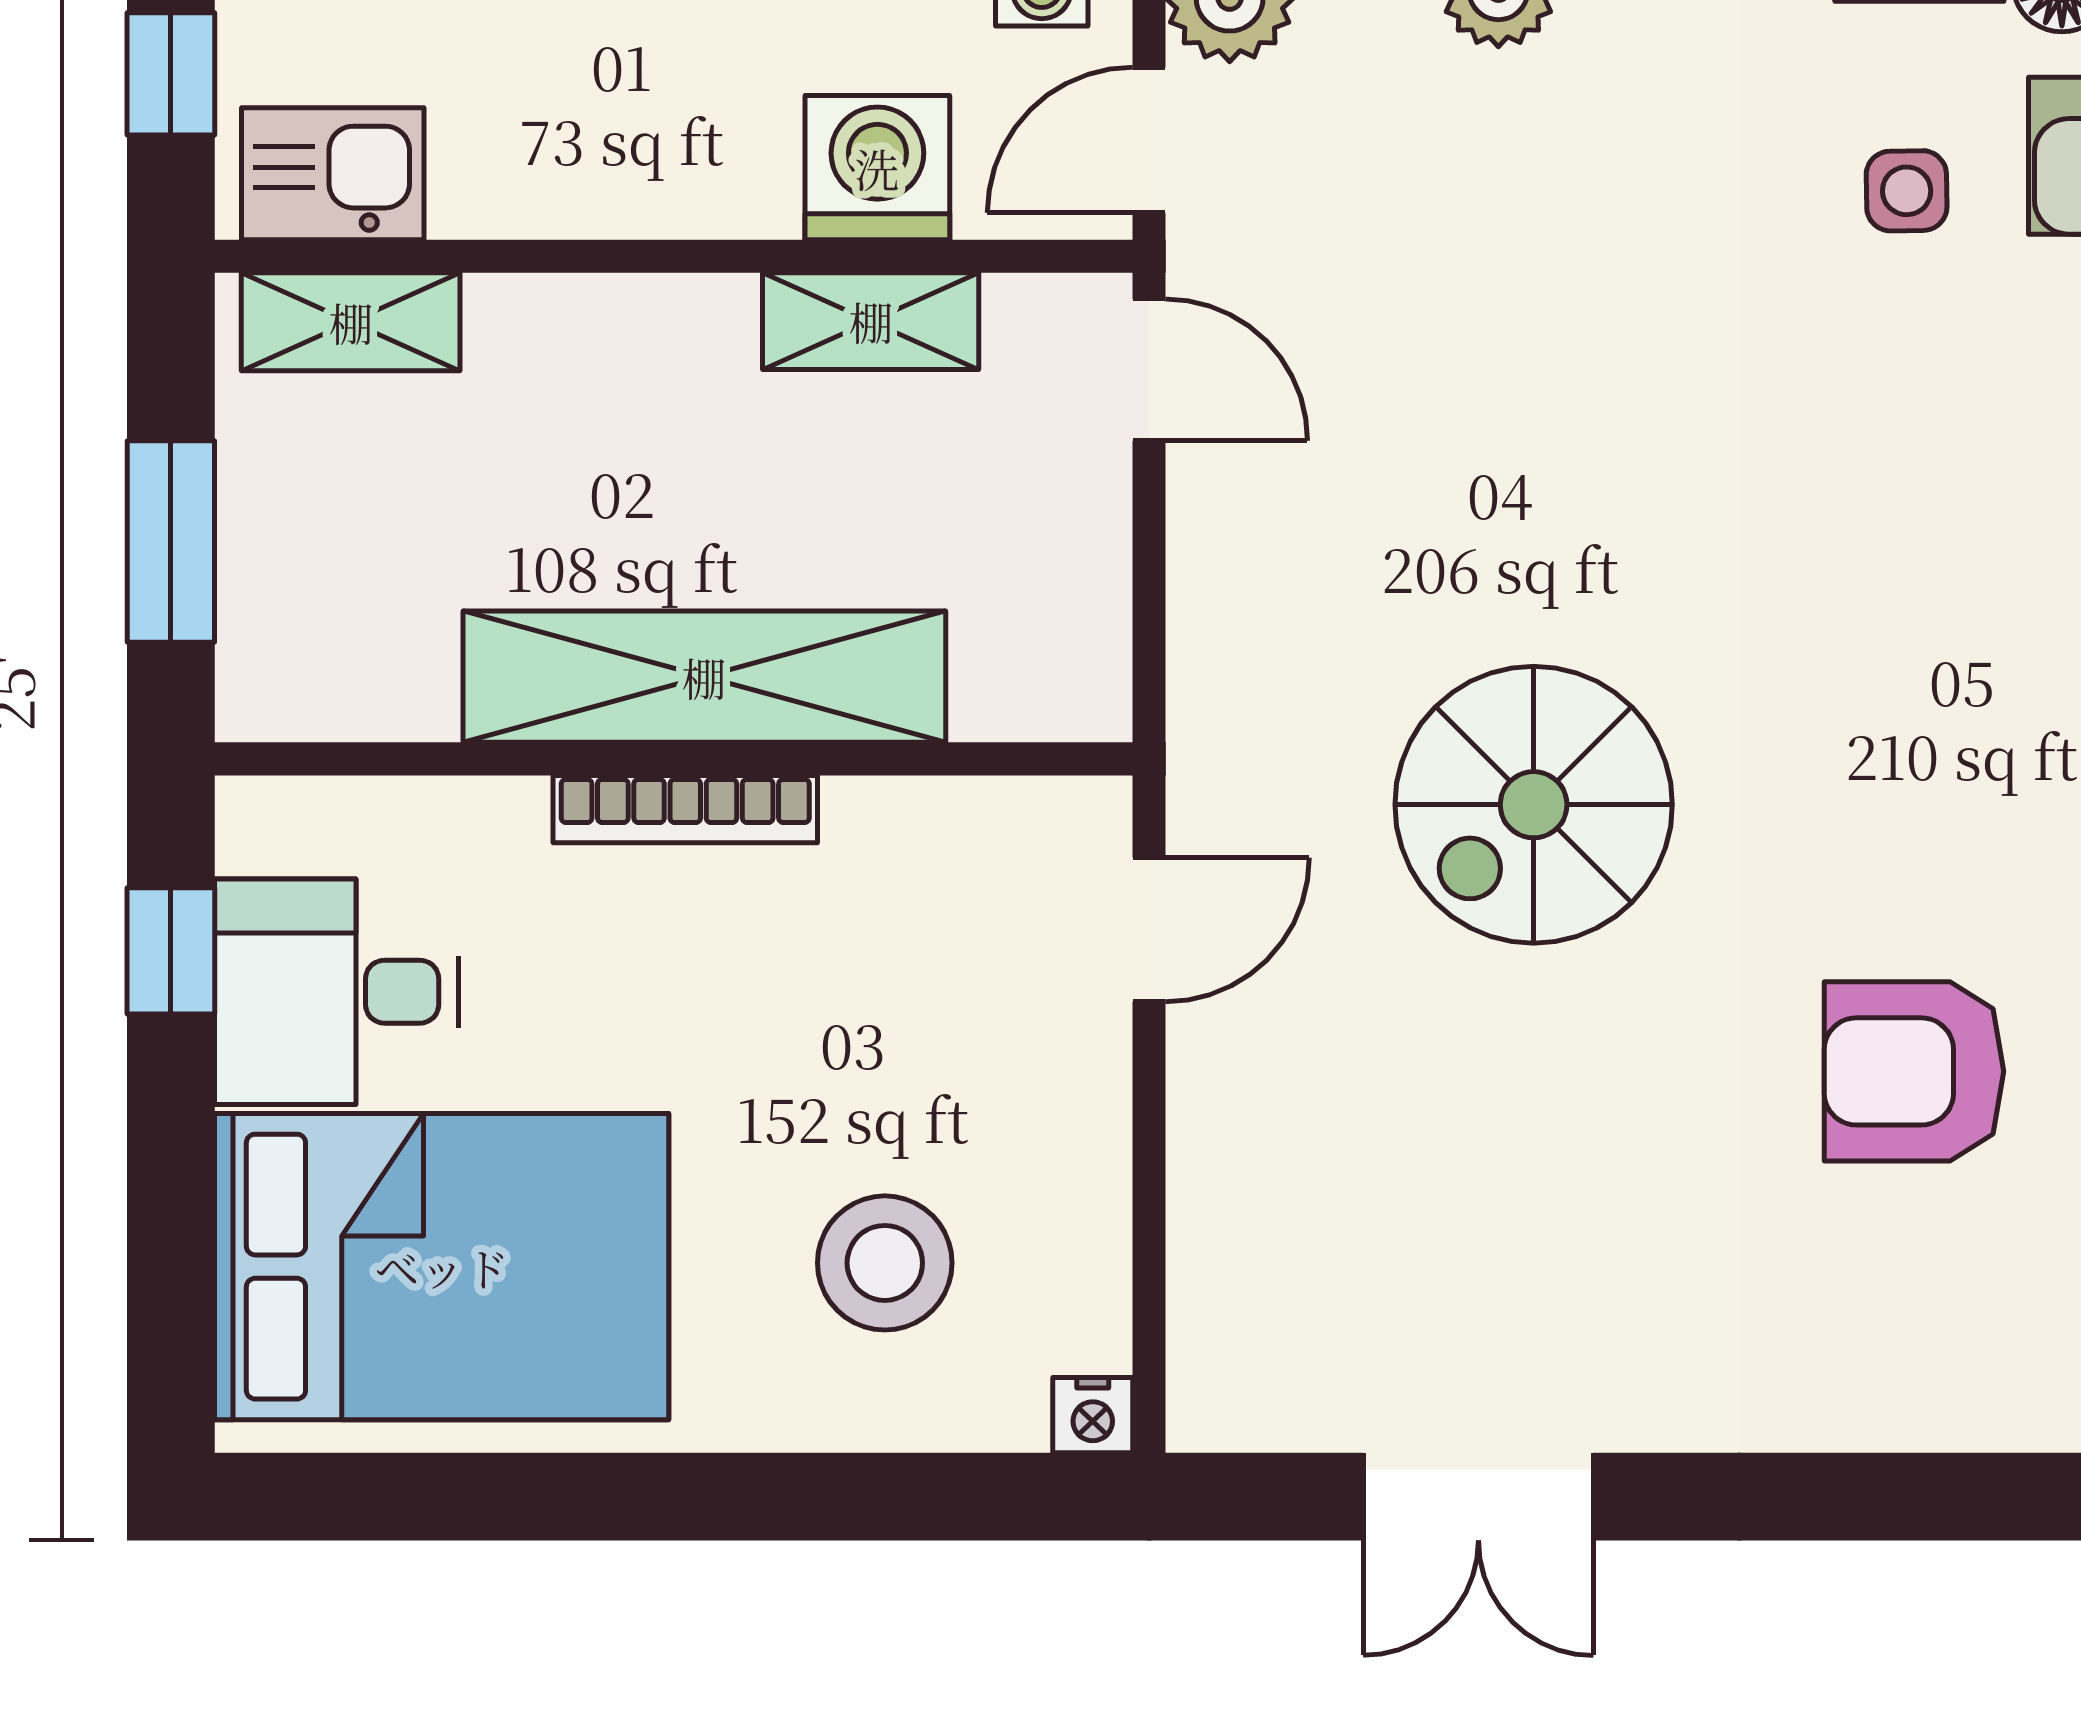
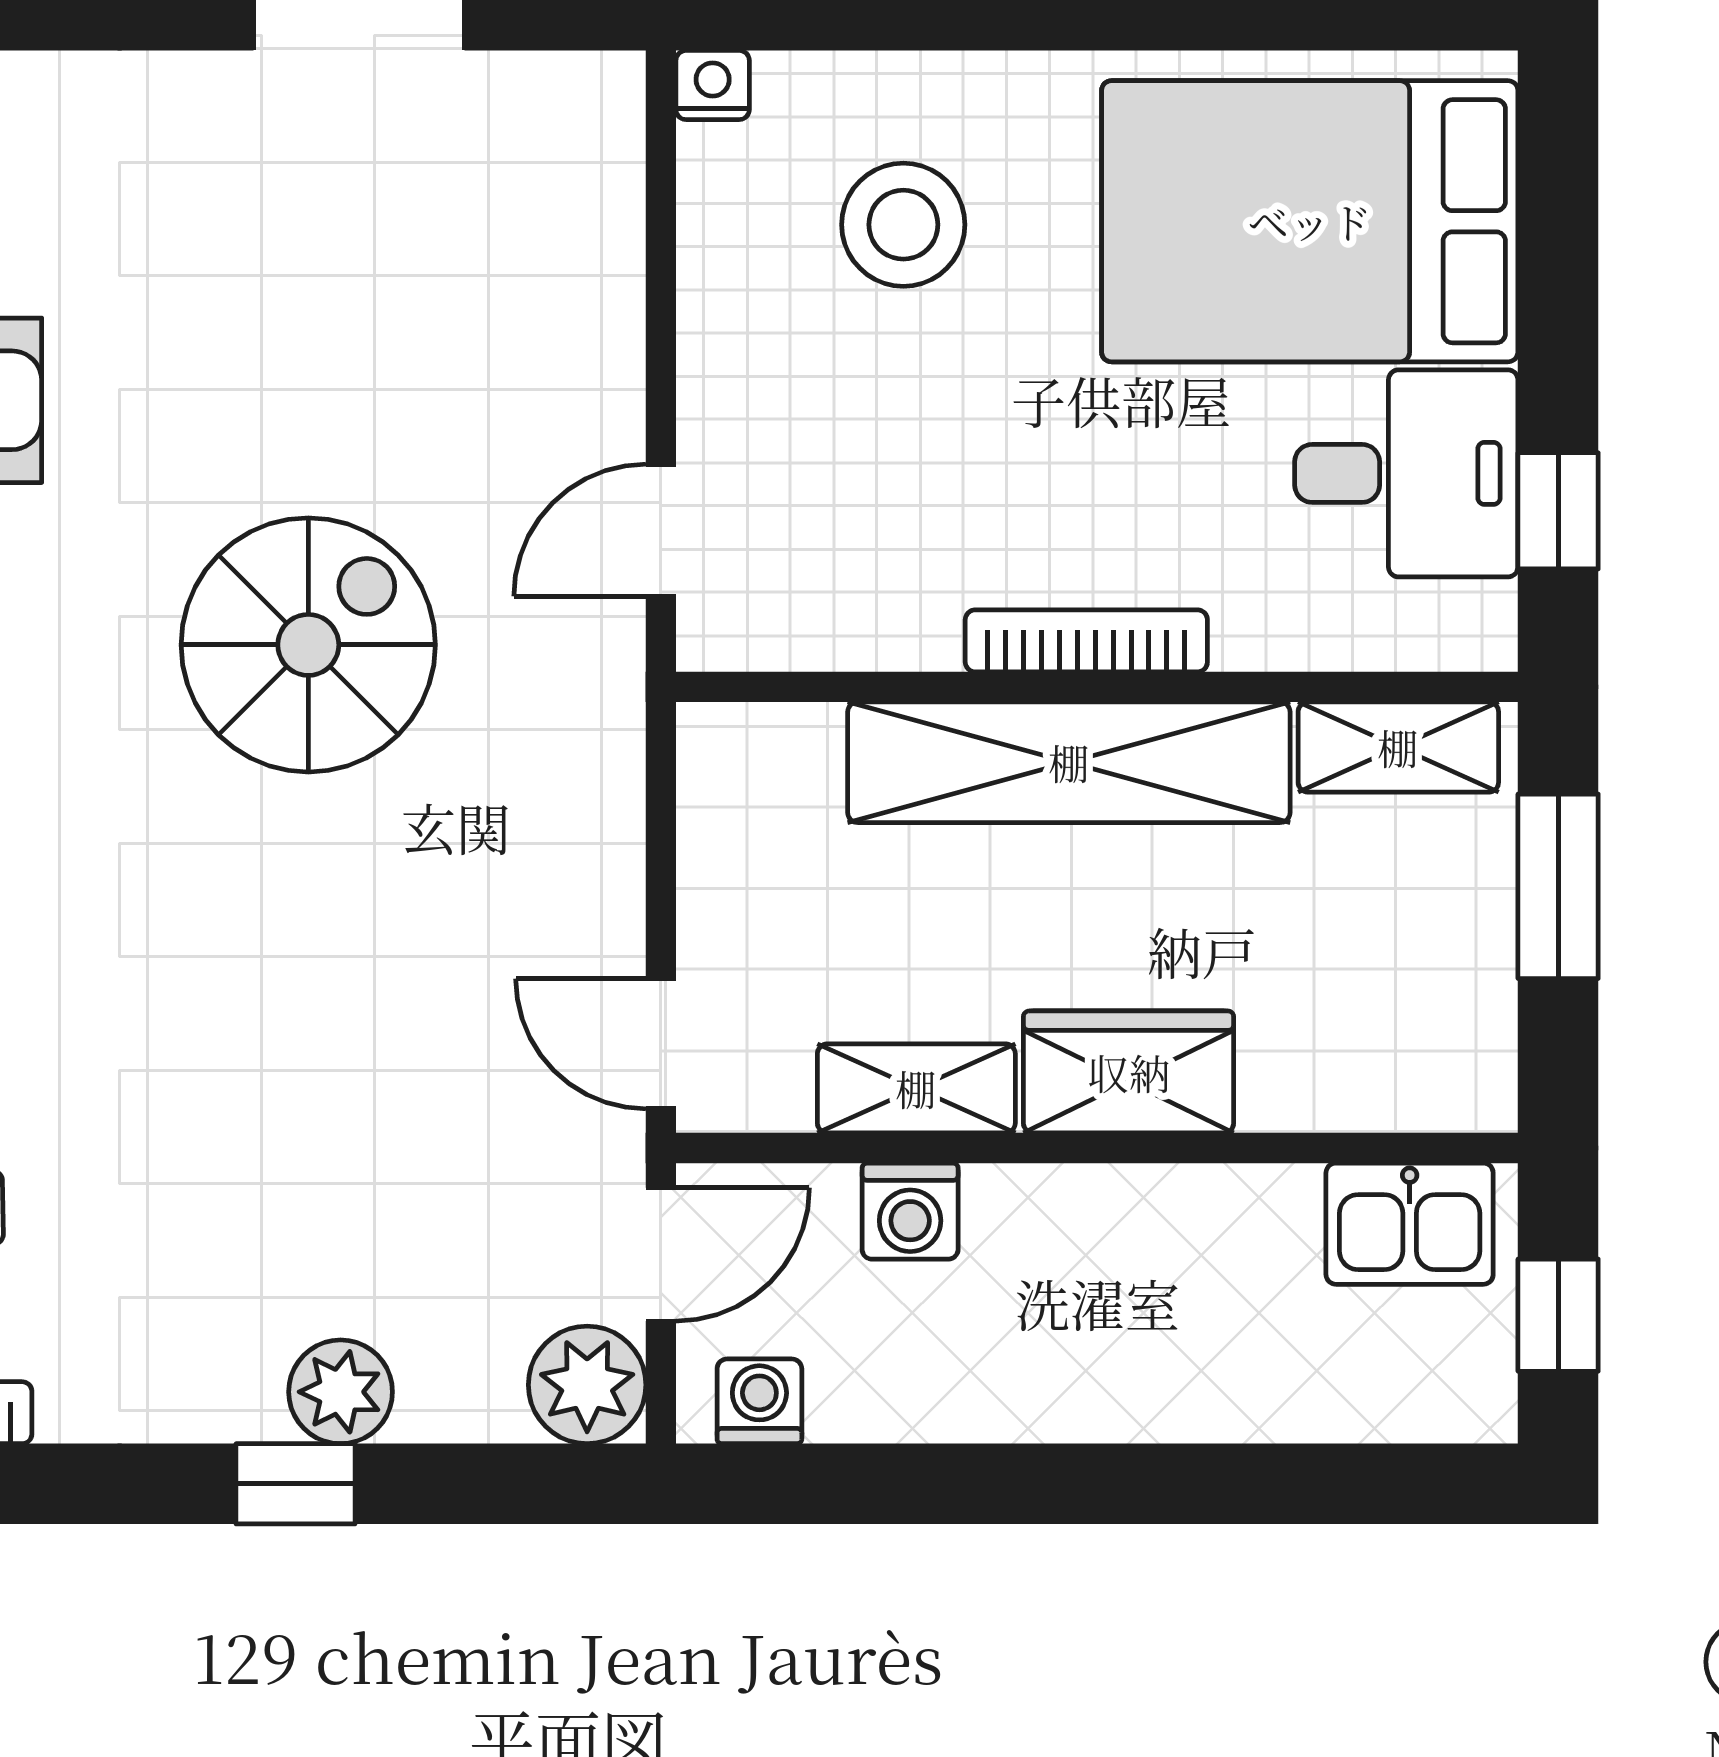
washing machine: (877, 168) -> (910, 1211), width x0.73, depth x0.73
shelving: (351, 322) -> (1398, 747), moved
wardrobe: (639, 339) -> (1129, 1072), added

